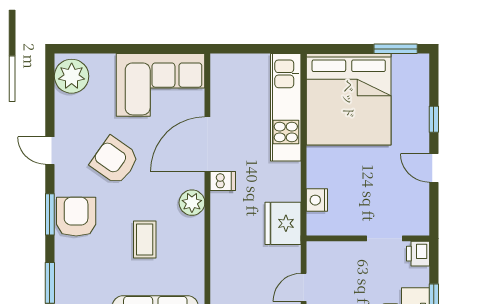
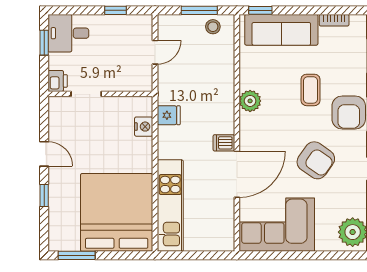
plant: (192, 203) -> (250, 101), moved
fridge: (283, 223) -> (169, 115), width x0.53, depth x0.75
coffee table: (145, 240) -> (310, 90), moved

